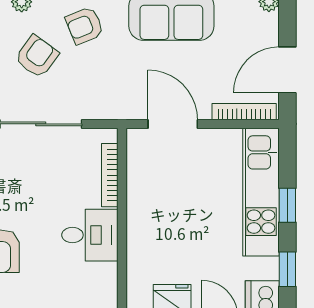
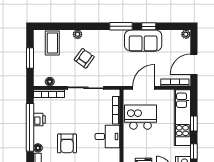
armchair: (85, 26) -> (105, 45), removed
door: (173, 124) -> (144, 88), hinge flipped
kitchen island: (165, 191) -> (140, 117), added

